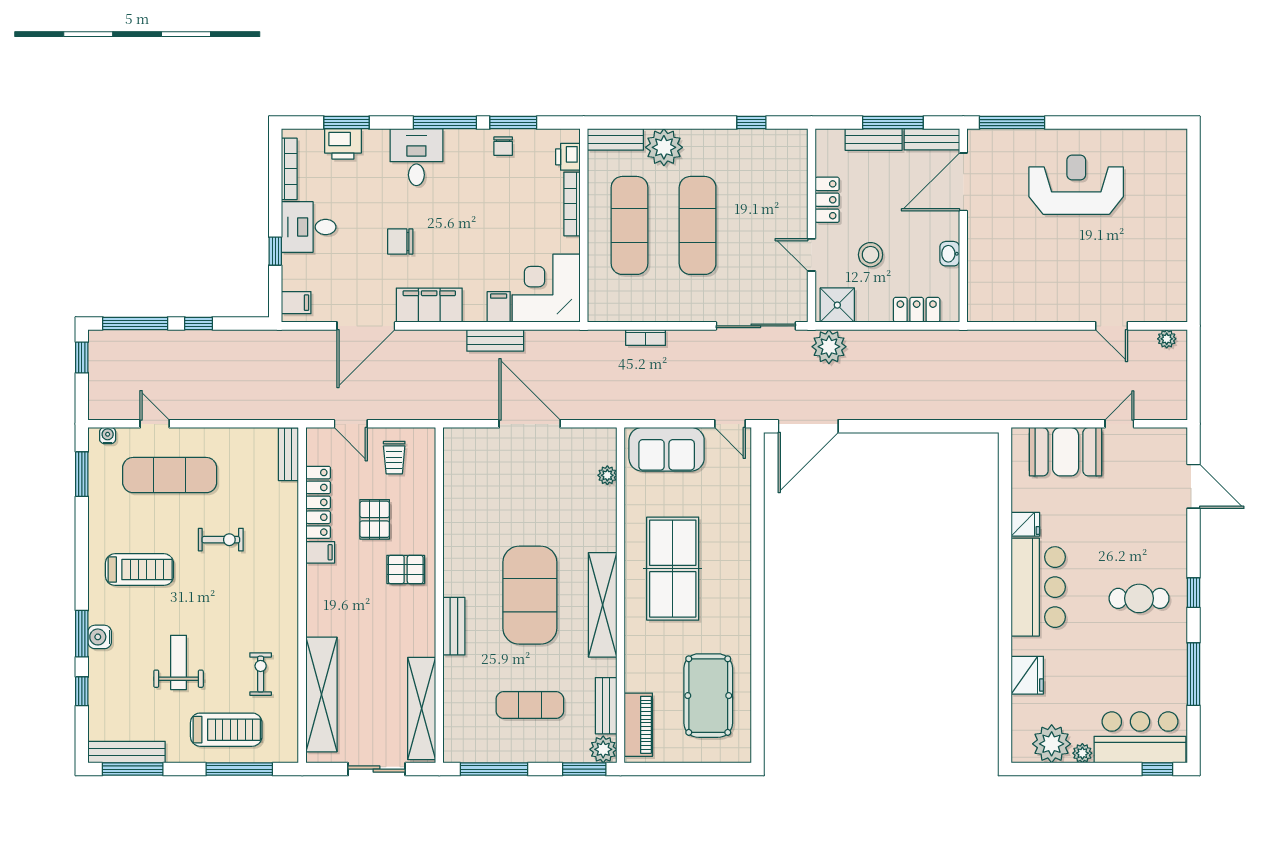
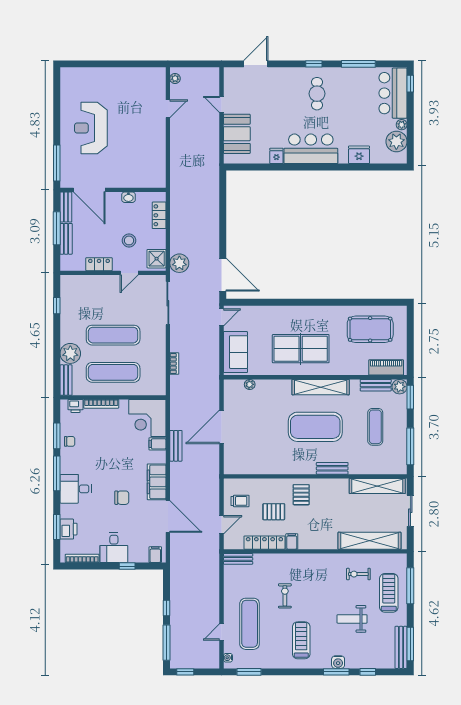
chair: (400, 242) -> (122, 498), turned -90

